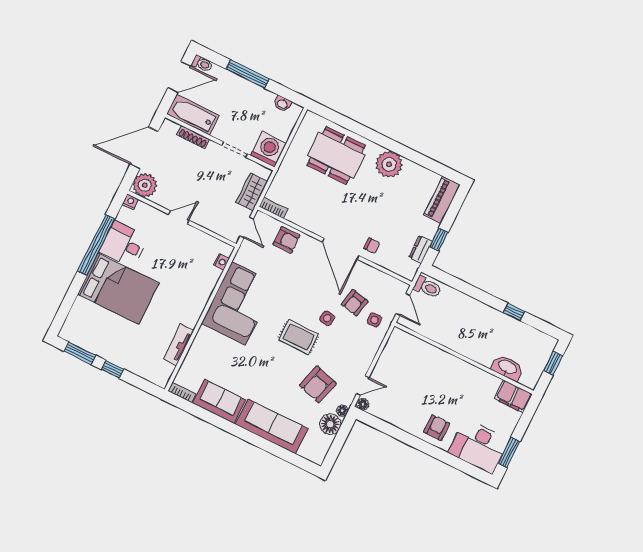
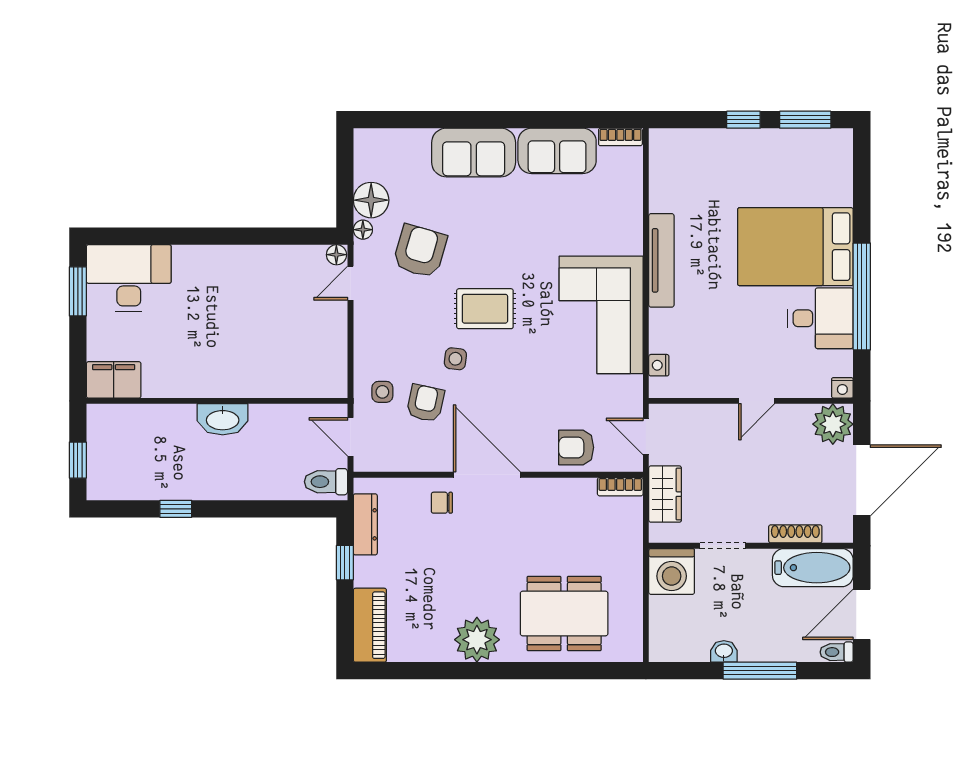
washbasin: (282, 104) -> (724, 651), moved
dresser: (420, 249) -> (365, 524), width x1.44
tv unit: (179, 345) -> (661, 260), moved, width x1.41
washbasin: (507, 368) -> (223, 419), moved
sofa: (272, 426) -> (474, 152), width x0.73
armchair: (437, 428) -> (206, 275), removed

